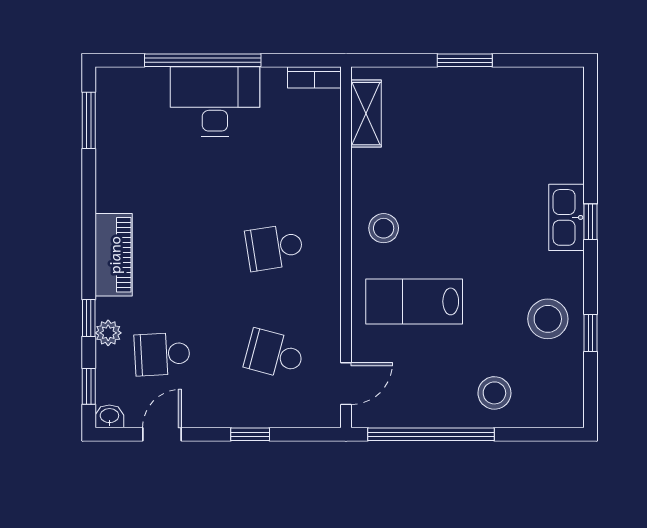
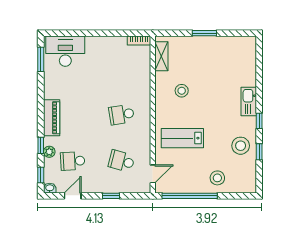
window: (203, 60) -> (90, 33), removed
desk: (215, 102) -> (65, 51), moved
window: (590, 222) -> (259, 121), moved
stool: (384, 228) -> (182, 91), moved

